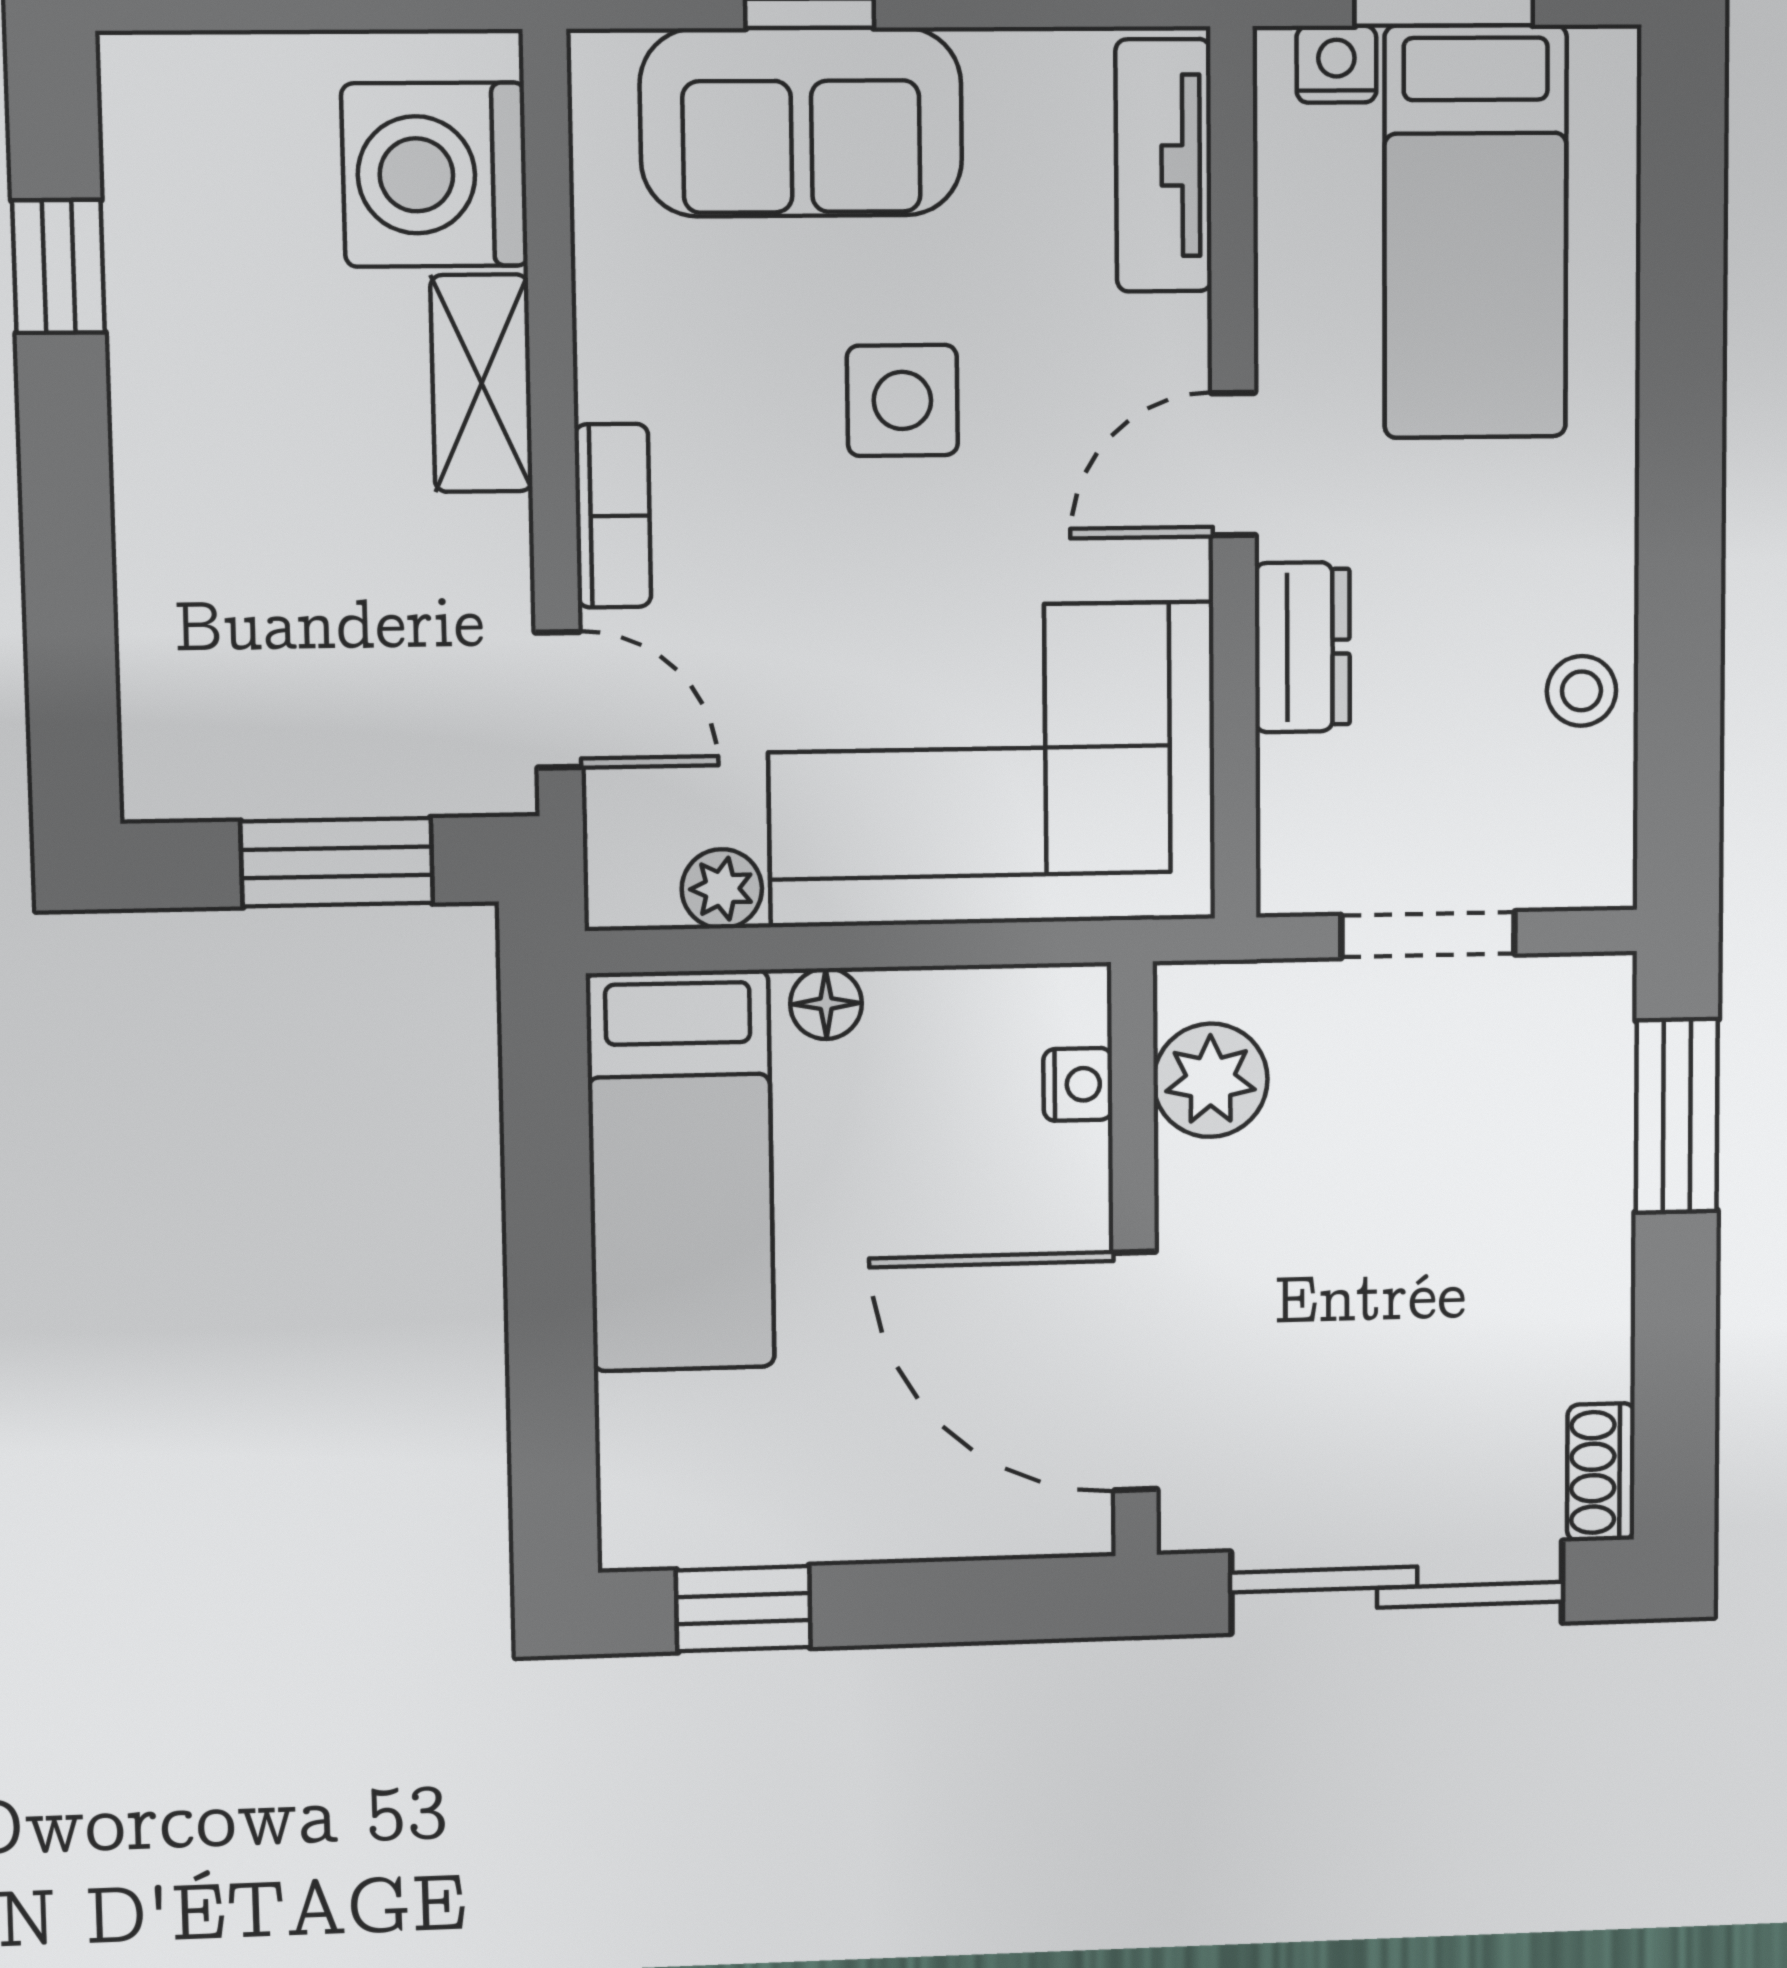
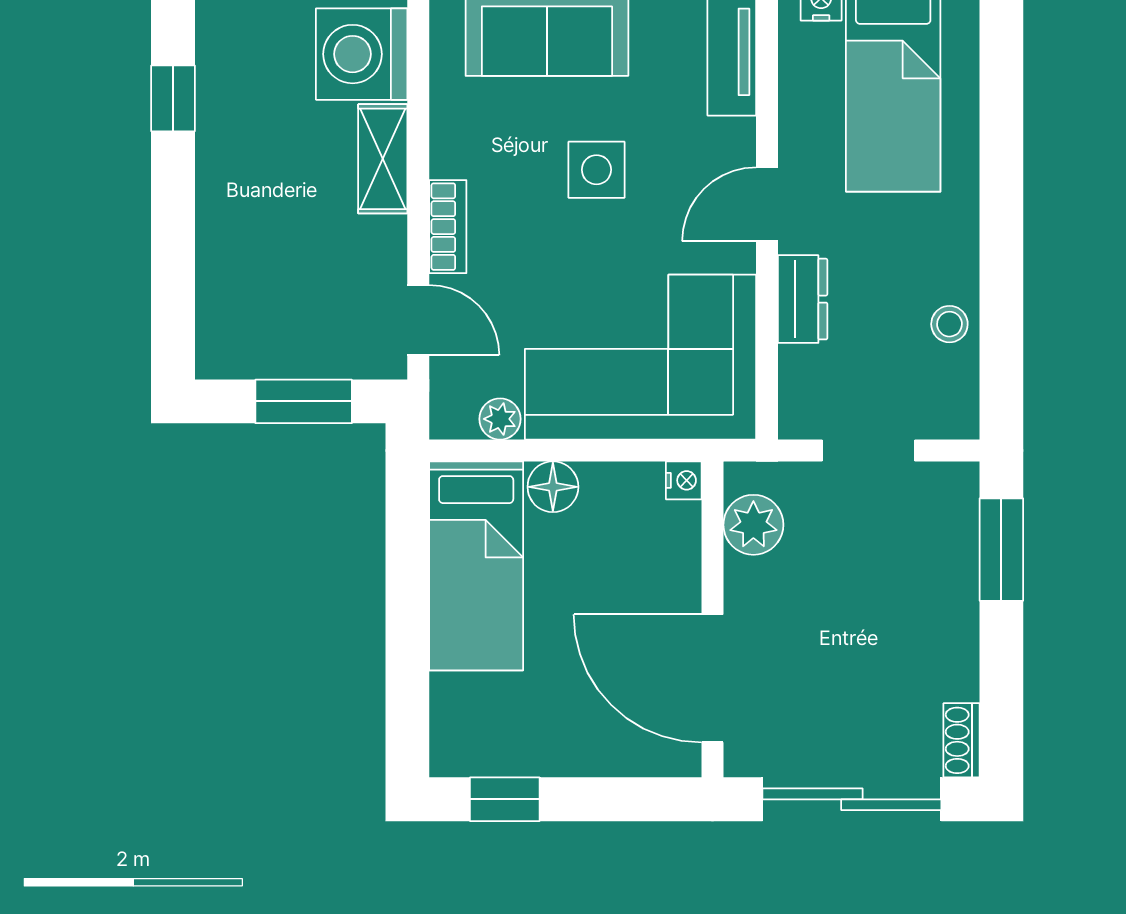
floor lamp: (826, 1004) -> (553, 487), width x1.37, depth x1.37
nightstand: (1078, 1084) -> (684, 480), moved

